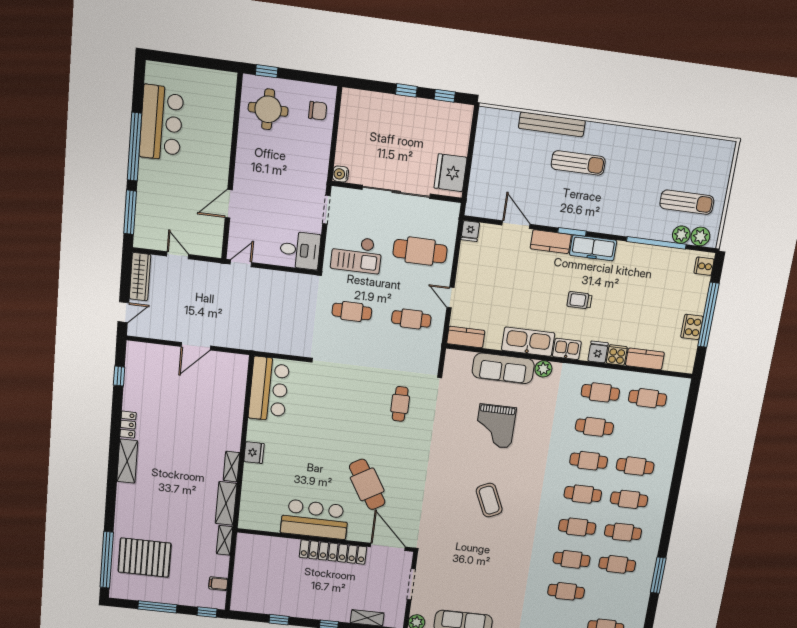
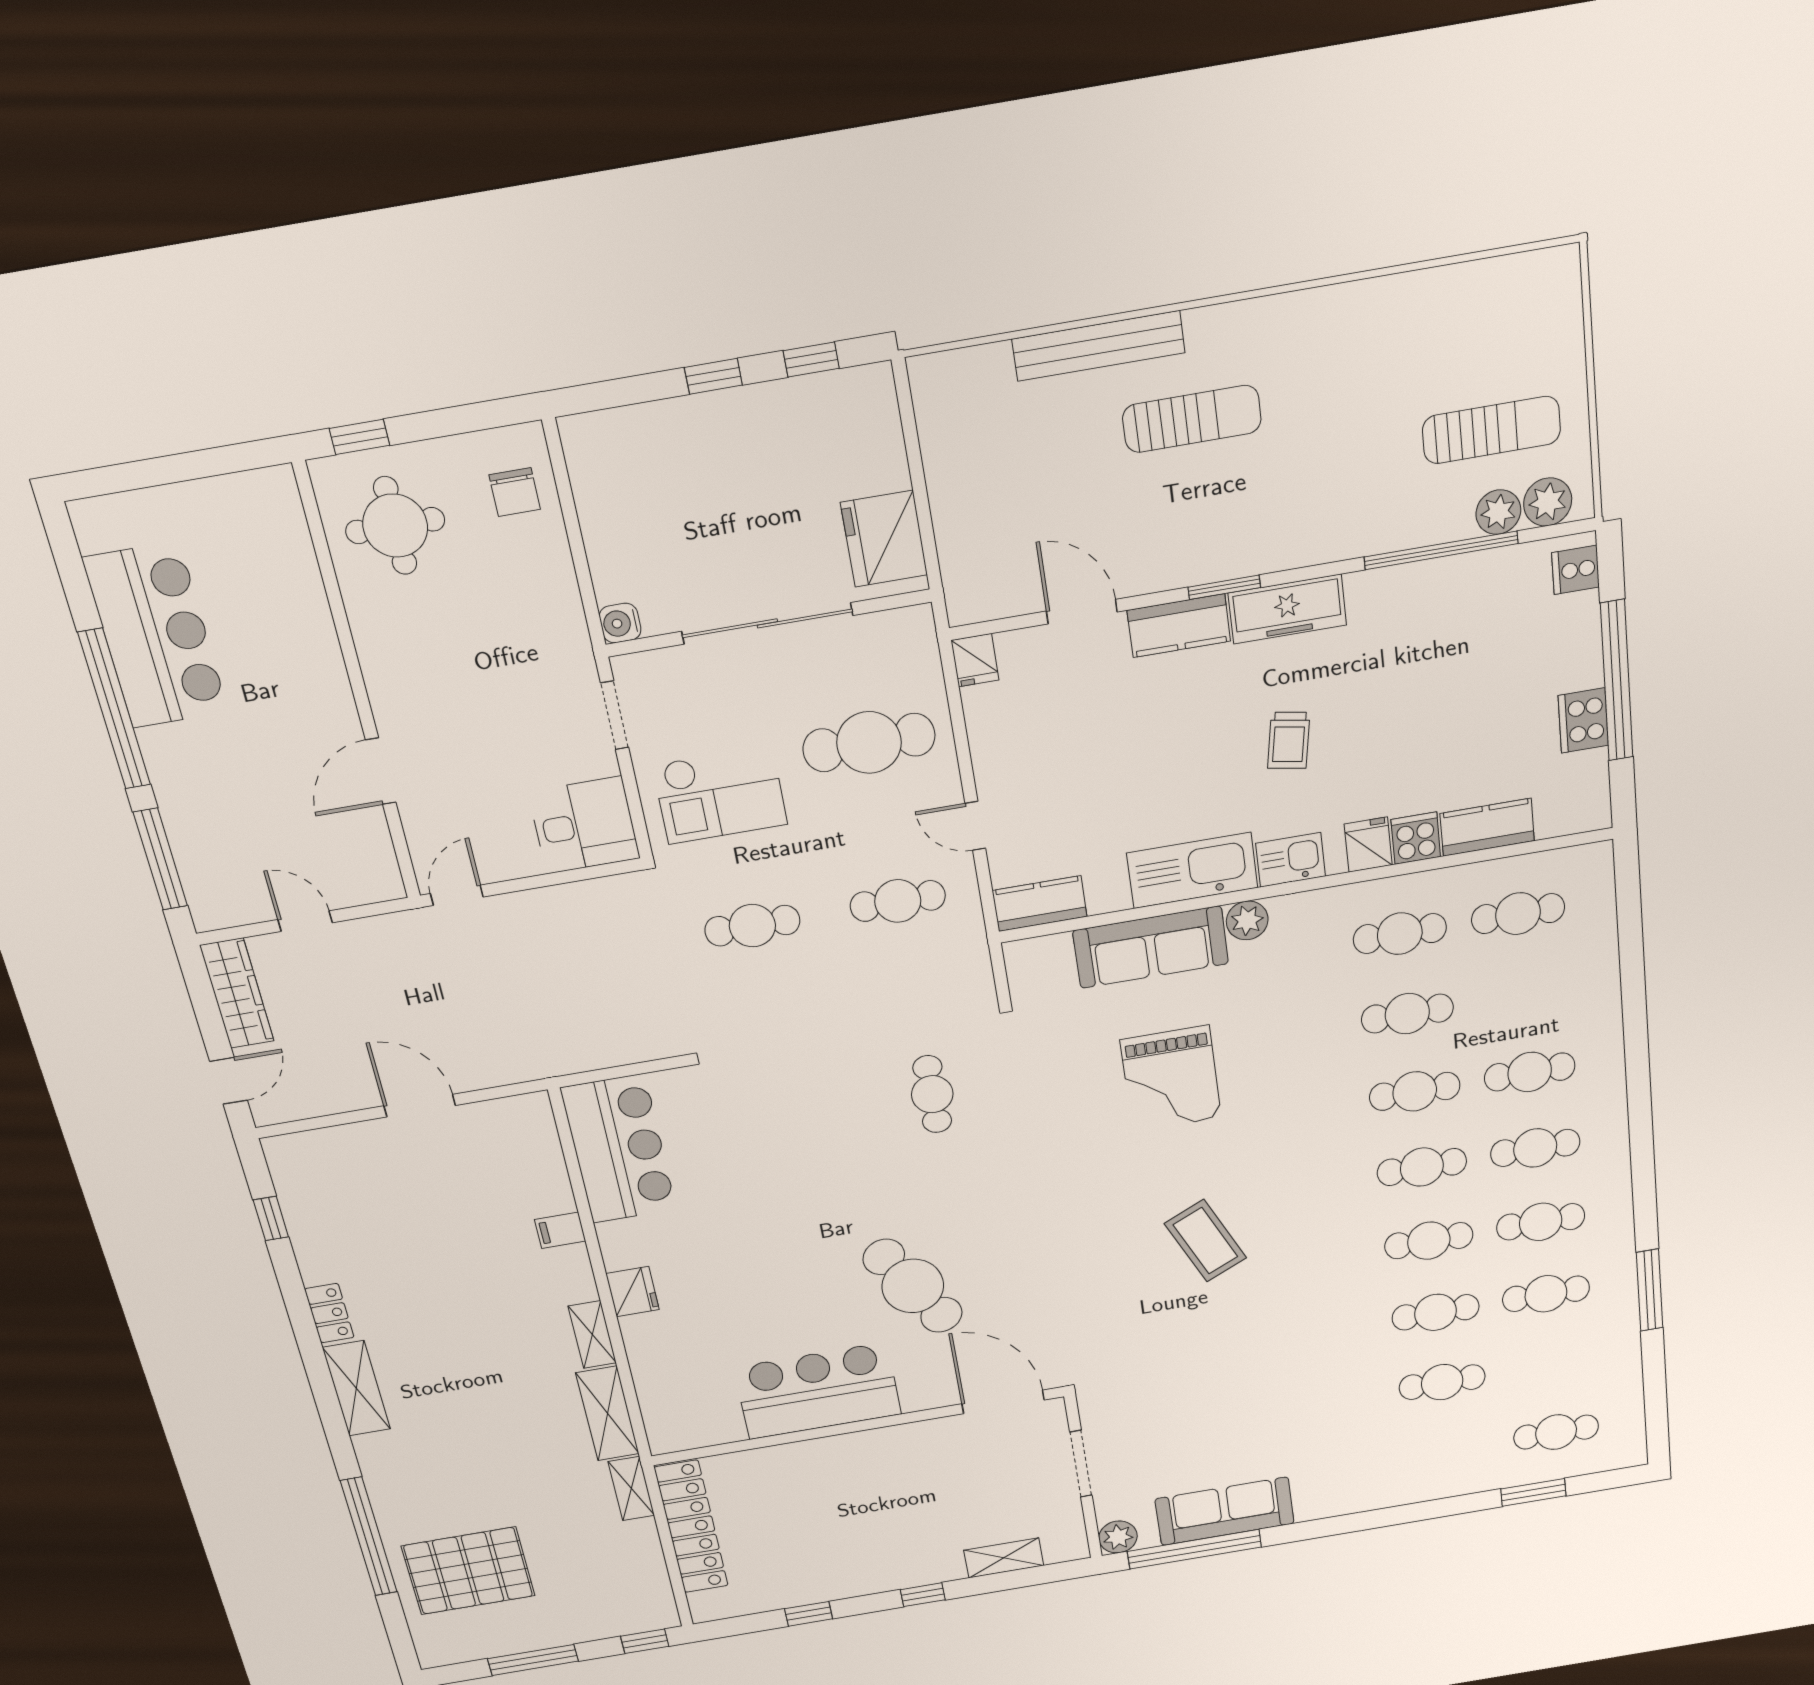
chair: (318, 111) -> (515, 492), turned 90
trolley: (579, 300) -> (1289, 740), turned -80
door: (196, 346) -> (420, 1106), swing flipped
locker: (333, 552) -> (691, 1527), moved, turned -90
window: (107, 560) -> (369, 1537), moved
filing cabinet: (218, 584) -> (560, 1230), moved

